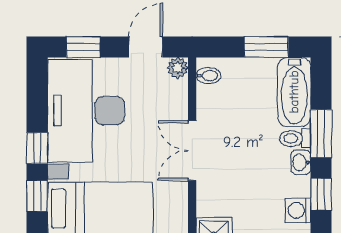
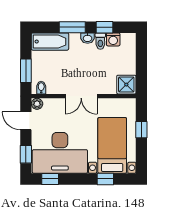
window: (266, 47) -> (26, 71), moved
toilet: (295, 138) -> (100, 41), moved
window: (37, 148) -> (50, 179), moved

